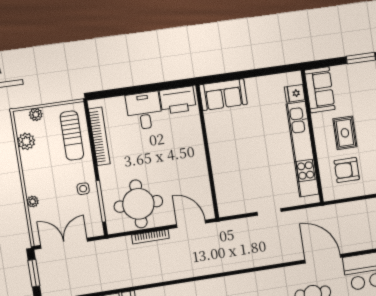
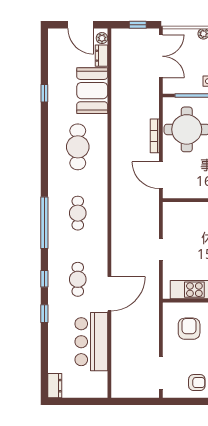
door: (191, 224) -> (161, 175), swing flipped
window: (34, 273) -> (138, 25), width x0.67

